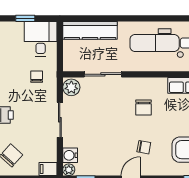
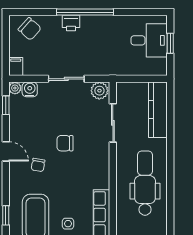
desk: (41, 39) -> (149, 40), moved
chair: (37, 77) -> (110, 55), removed
chair: (144, 108) -> (65, 143), moved

